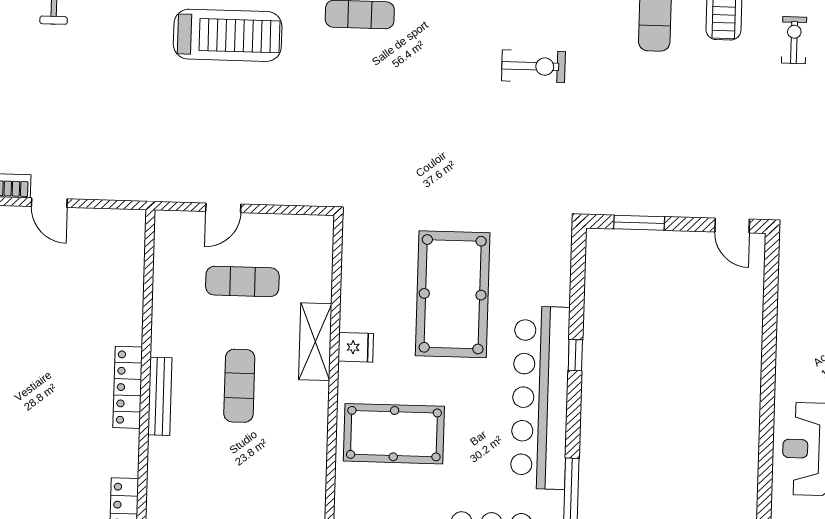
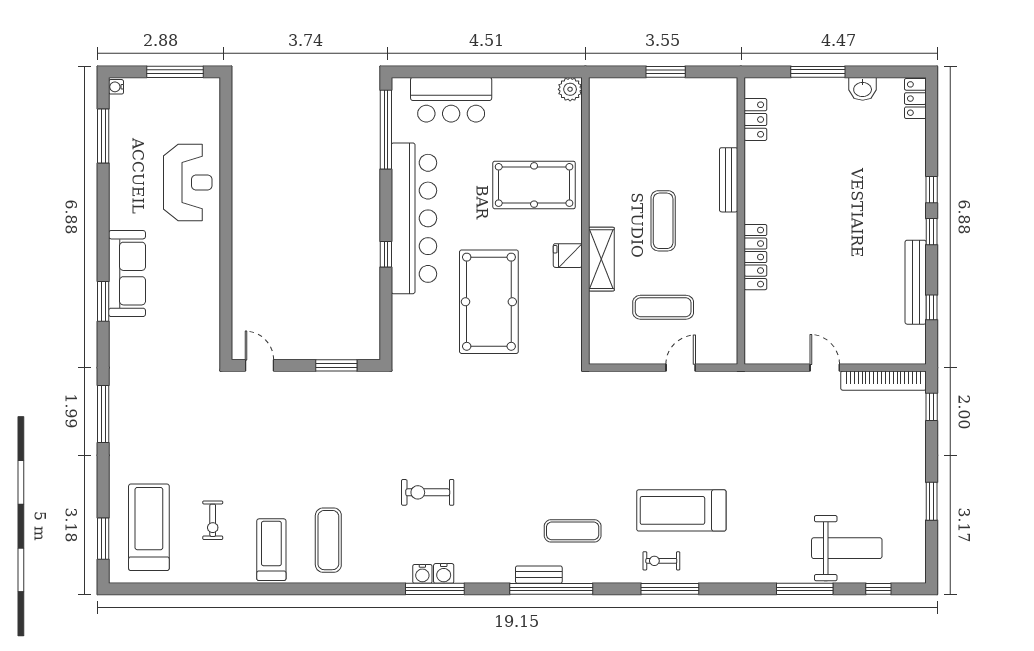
locker: (128, 387) -> (755, 257), moved
bench: (160, 396) -> (729, 180), moved

